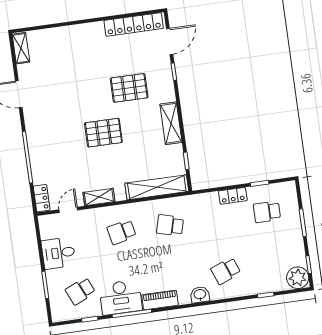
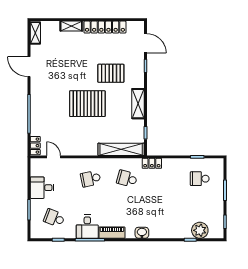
locker: (134, 24) -> (105, 27), moved
door: (170, 41) -> (146, 43), hinge flipped
pallet: (103, 133) -> (87, 104), width x1.37, depth x1.41
locker: (233, 196) -> (152, 163), moved
shelving: (99, 197) -> (71, 26), moved
door: (68, 210) -> (54, 157), hinge flipped
school desk: (226, 271) -> (163, 218), removed
plant: (298, 278) -> (200, 230), moved
school desk: (80, 291) -> (54, 218), turned 45
desk: (121, 297) -> (87, 227), width x0.73

